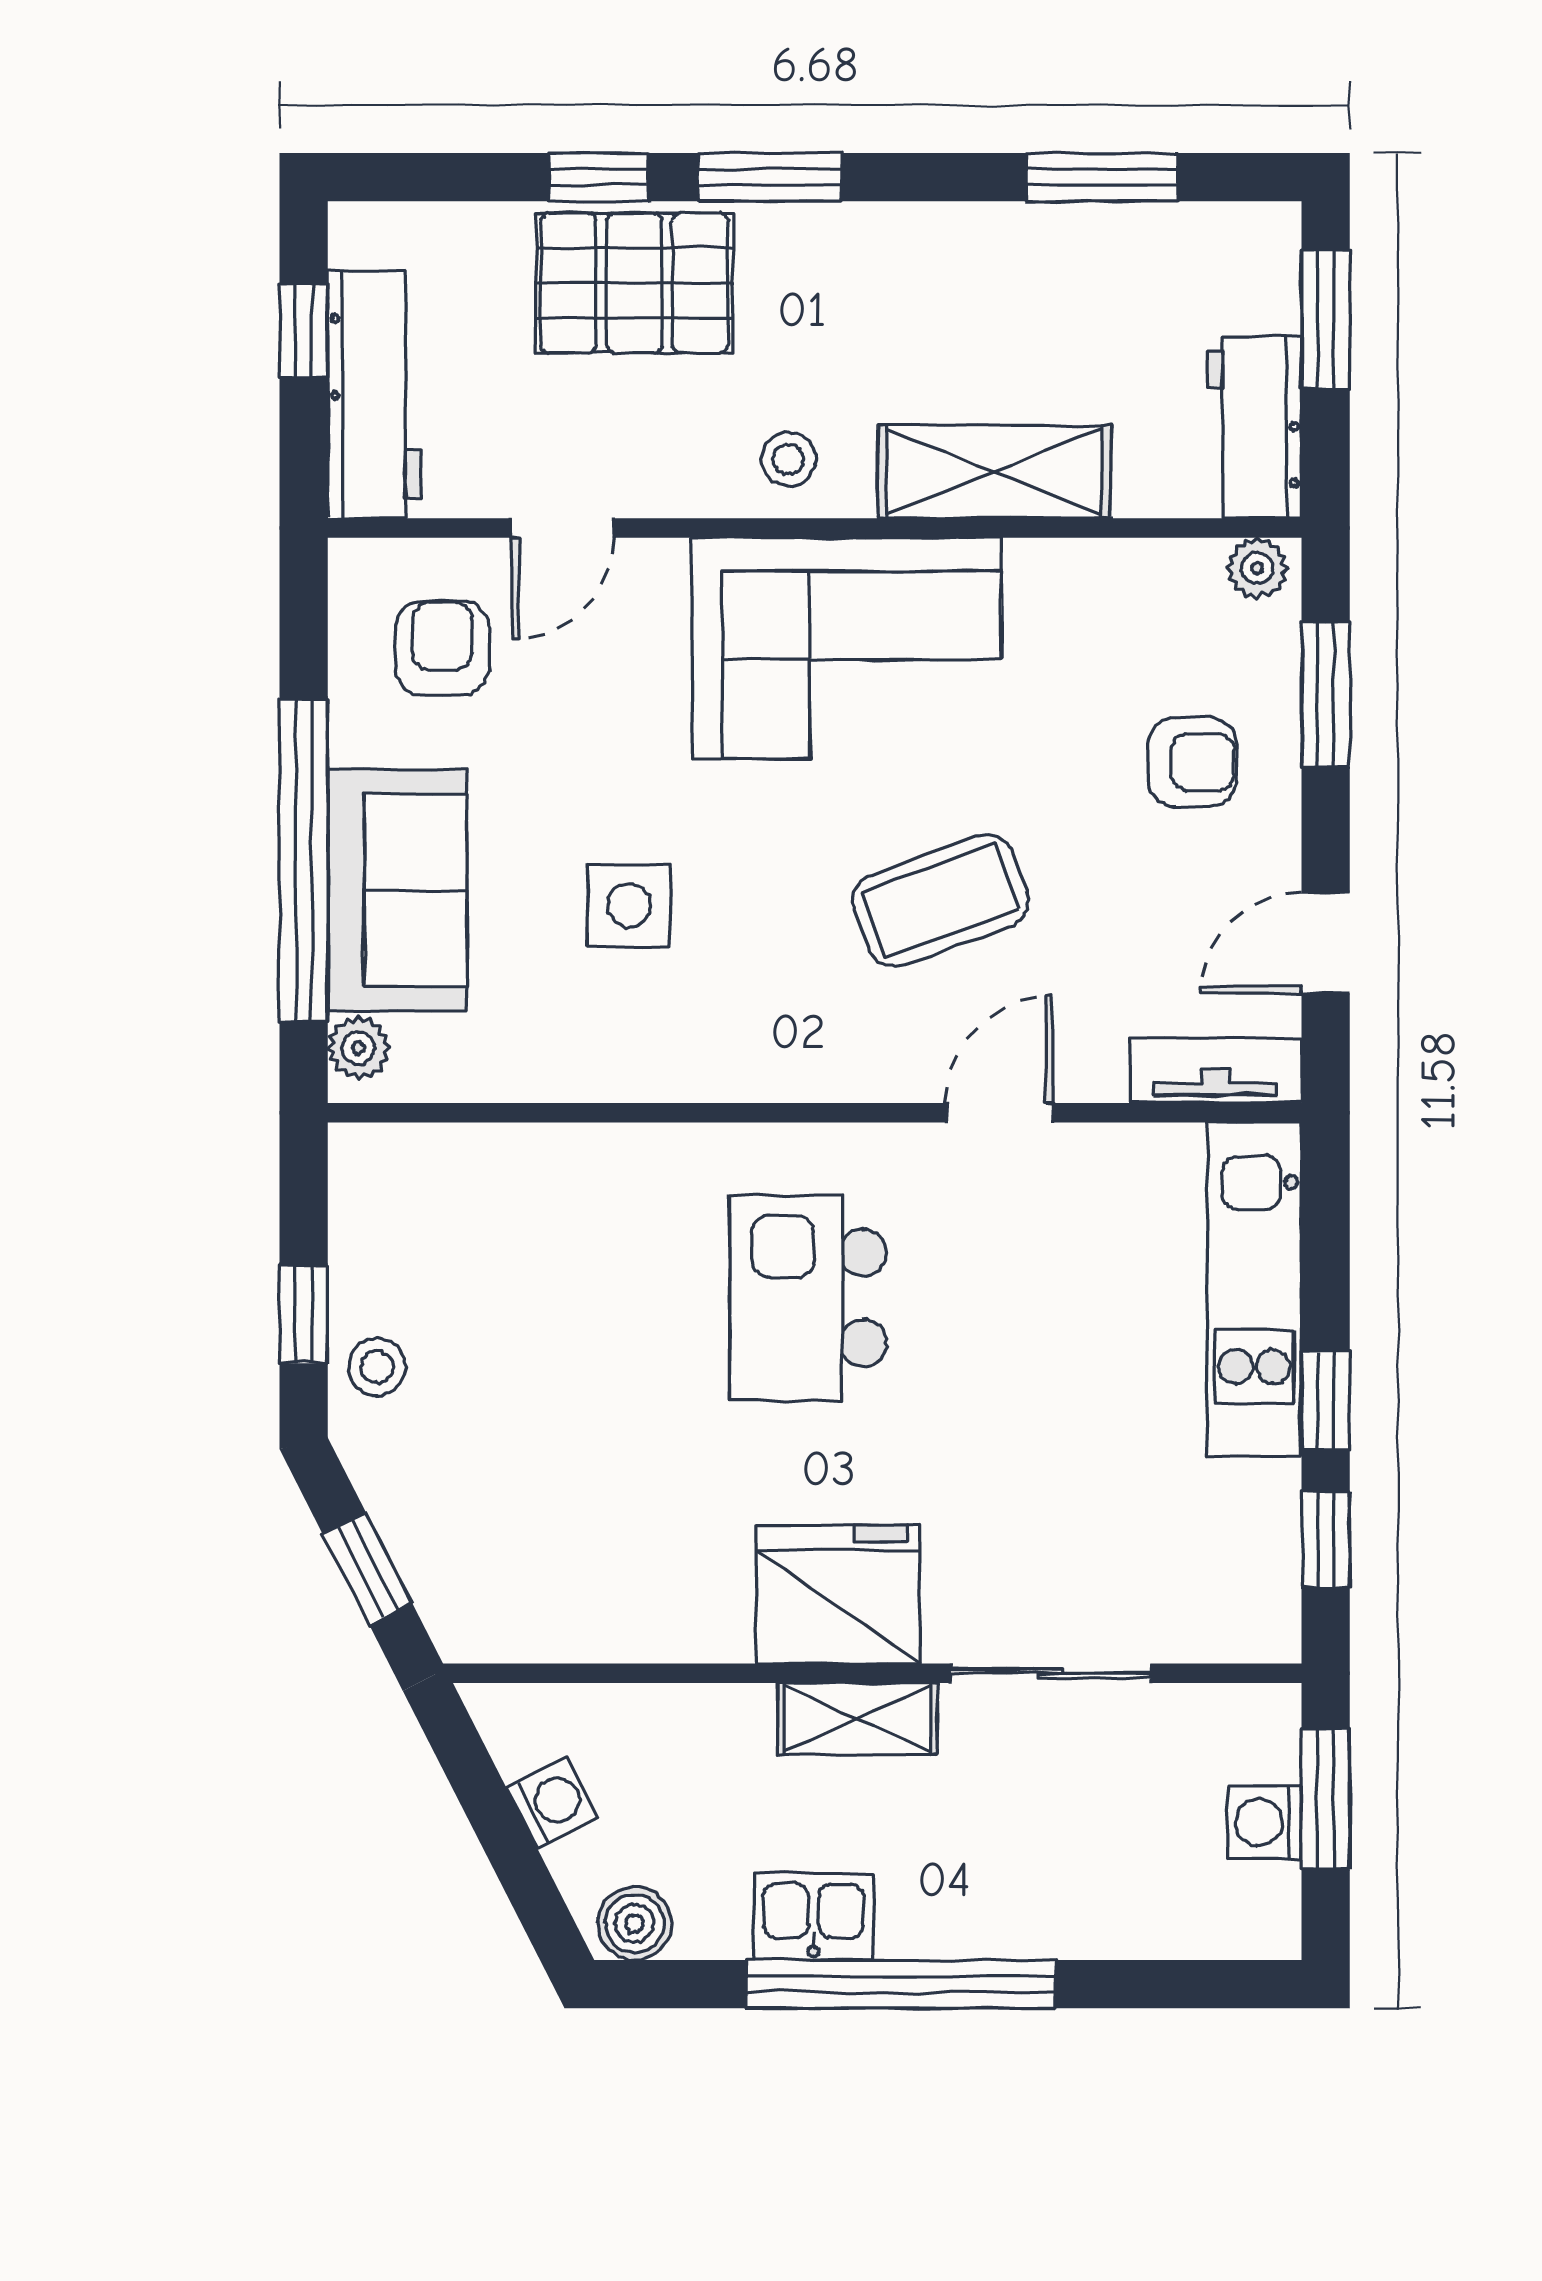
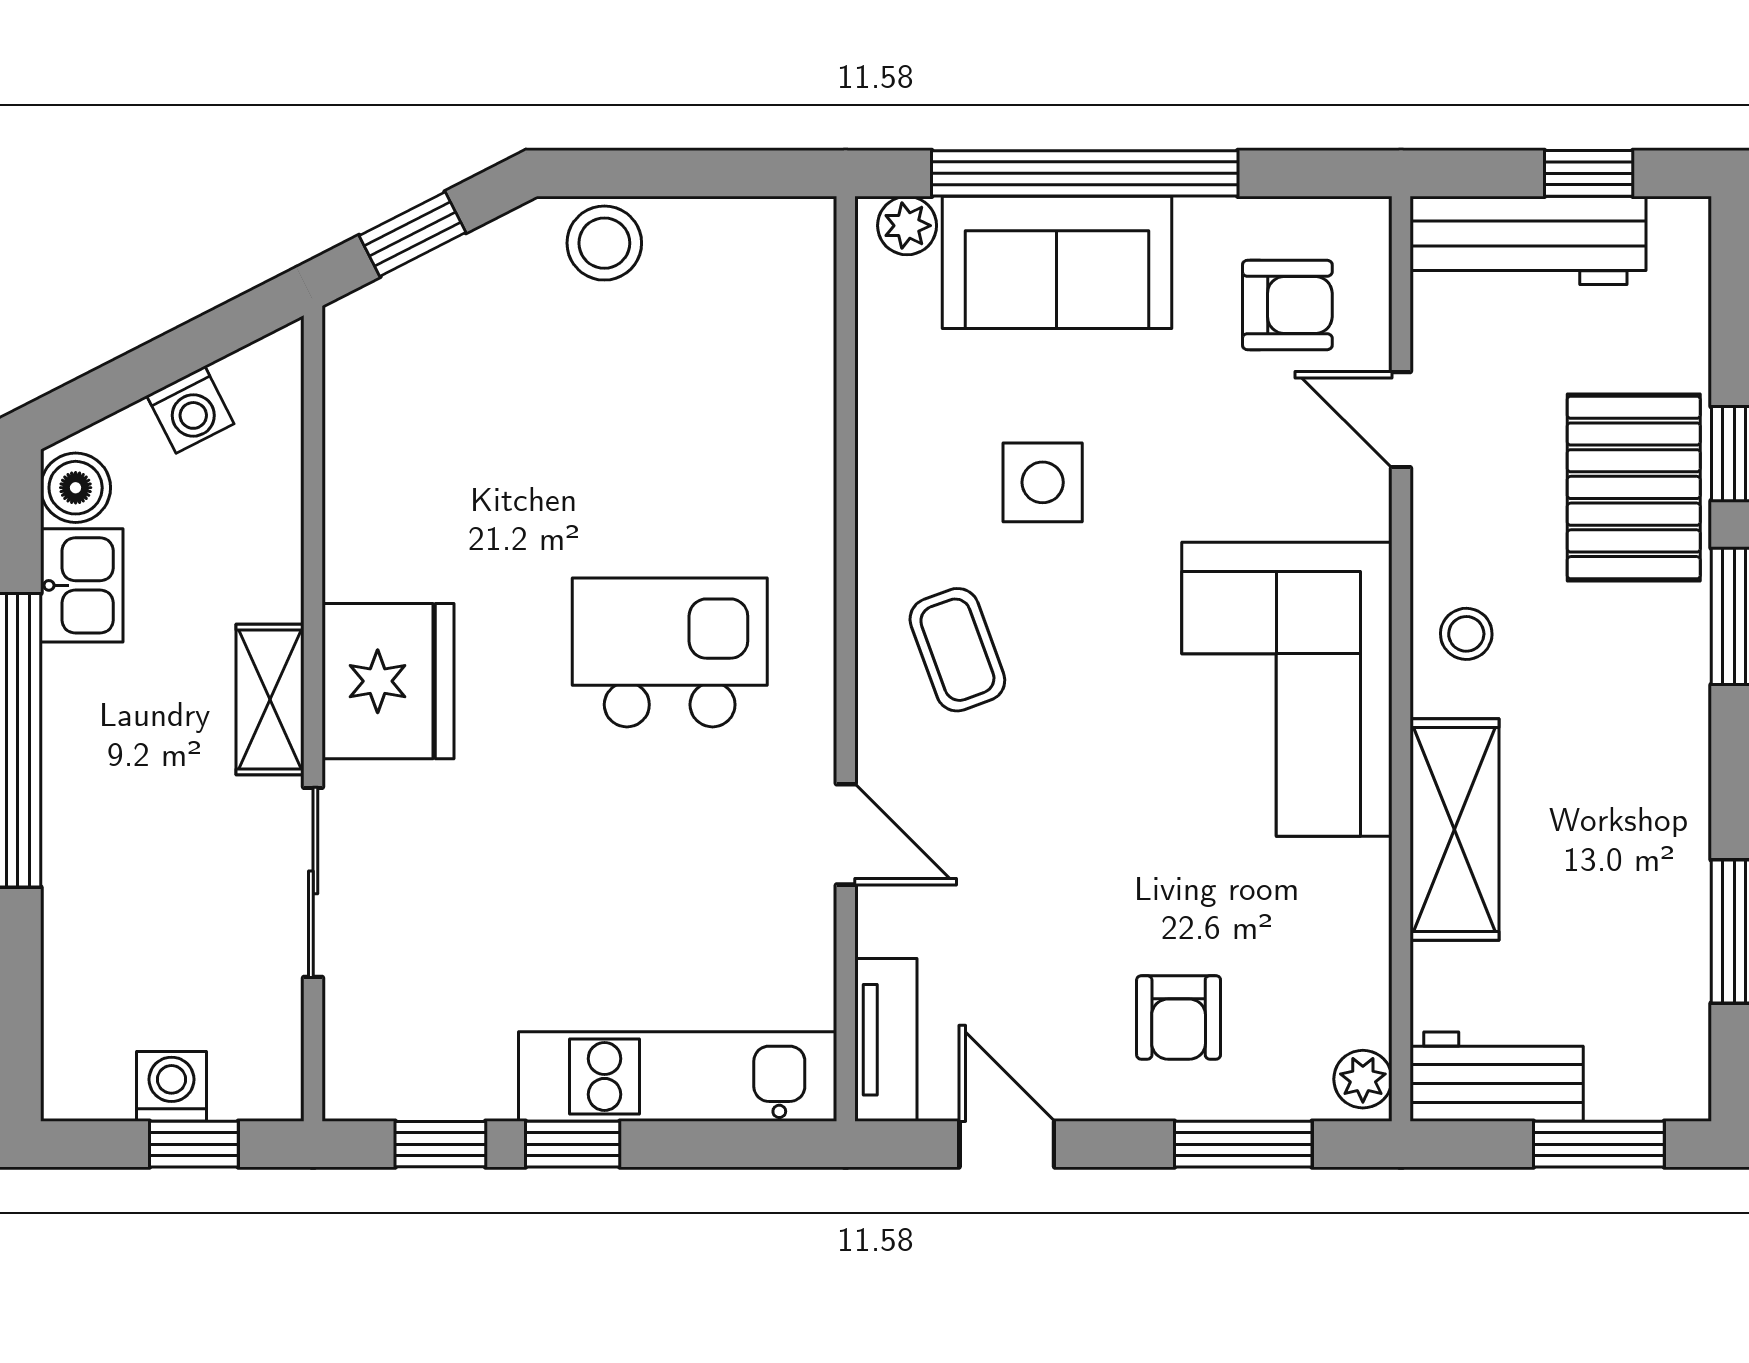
coffee table: (940, 901) -> (957, 650), moved, width x0.73, depth x0.77
window: (304, 1314) -> (654, 173), removed
stool: (377, 1367) -> (604, 243), width x1.37, depth x1.37
window: (1326, 1799) -> (194, 1144), width x0.67
kitchen sink: (813, 1917) -> (82, 585), moved

